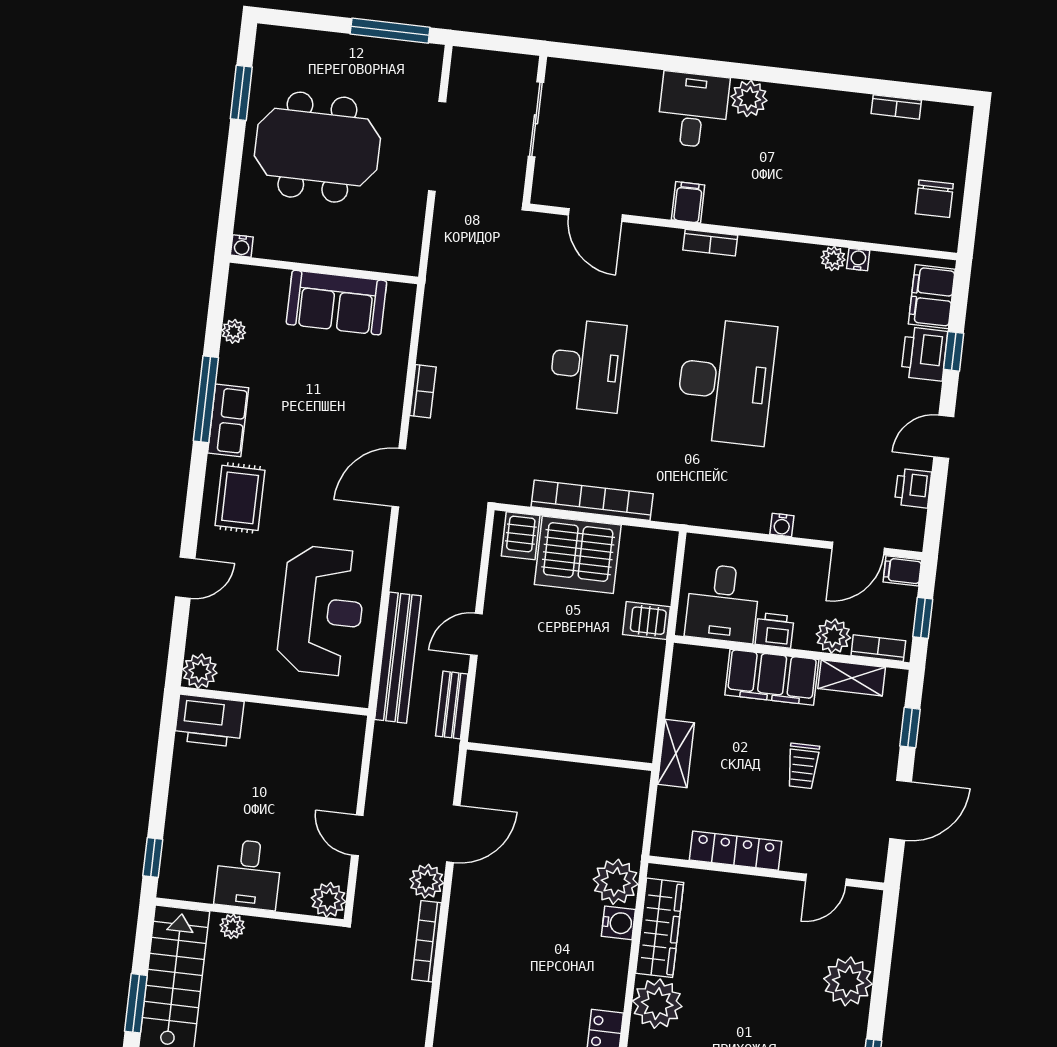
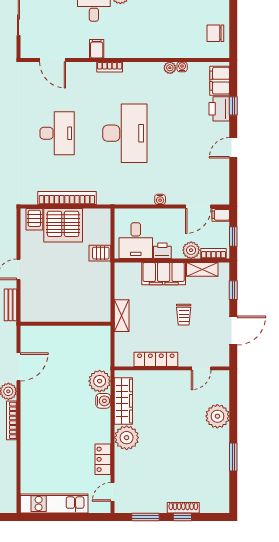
chair: (934, 199) -> (215, 33), turned 90
printer: (913, 488) -> (221, 174), removed

